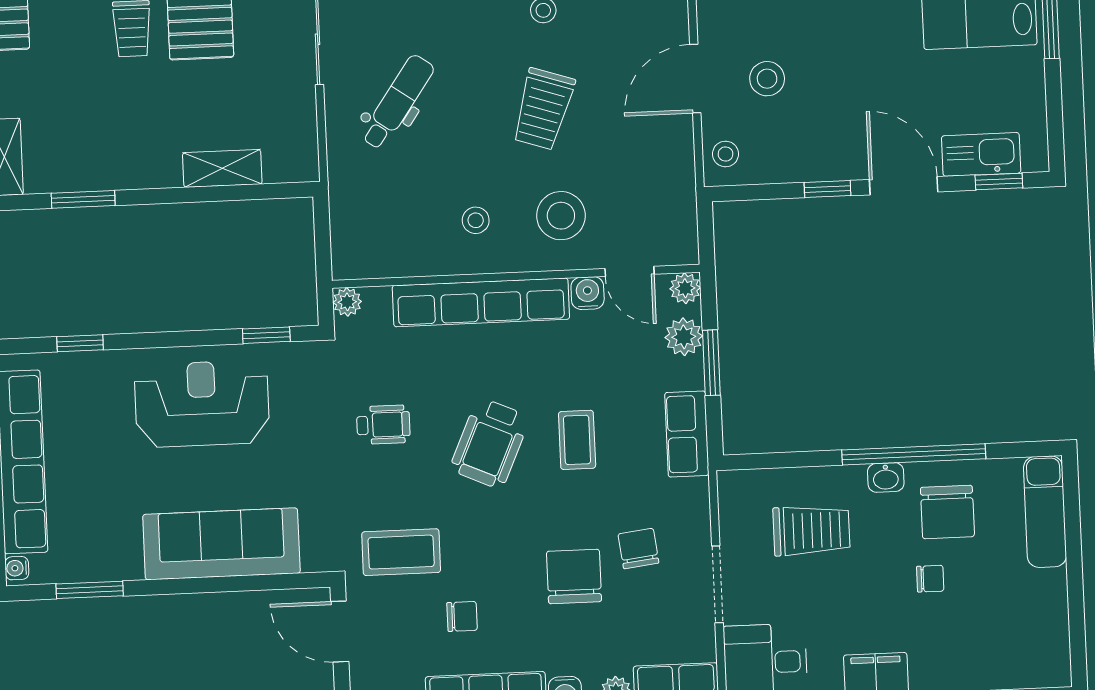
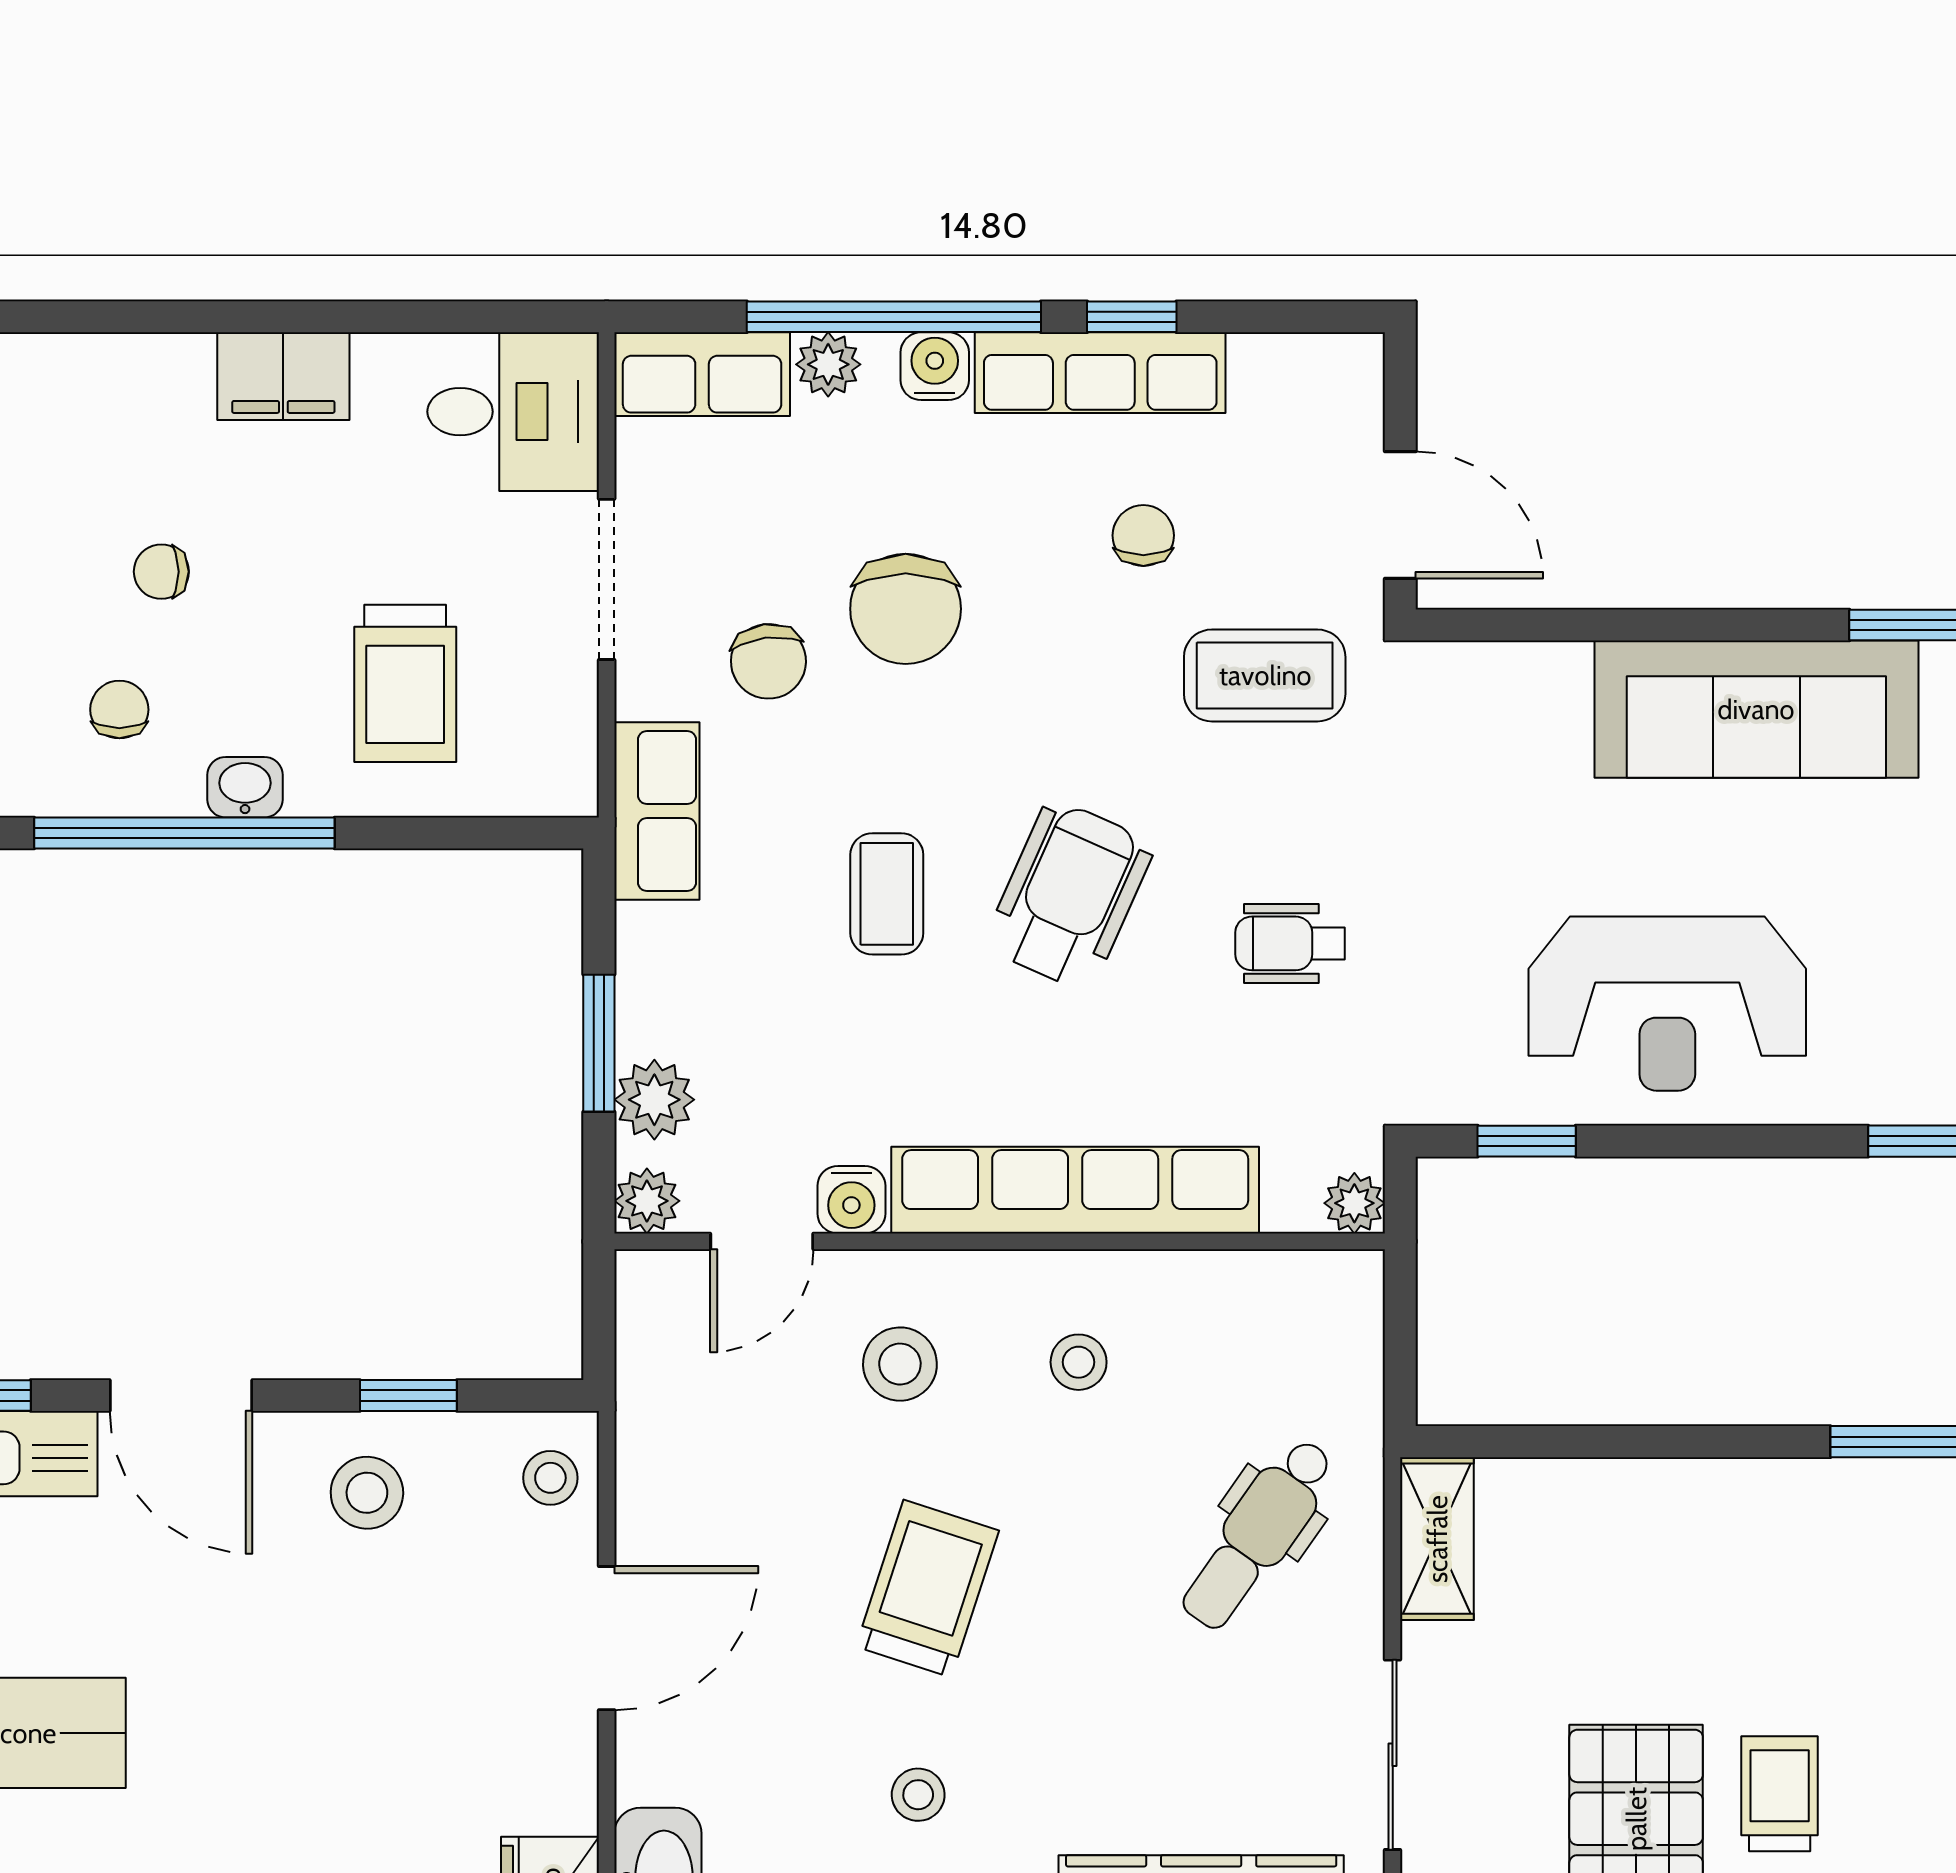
stool: (767, 79) -> (367, 1493), moved
dental chair: (398, 102) -> (1258, 1534), moved
shelving: (222, 168) -> (1437, 1539), moved, turned 90
window: (827, 189) -> (408, 1395), moved
stool: (561, 216) -> (900, 1364), width x0.73, depth x0.73
door: (630, 271) -> (762, 1241), swing flipped
row of seats: (687, 434) -> (657, 811), moved
chair: (947, 512) -> (119, 710), width x0.54, depth x0.54
trolley: (811, 530) -> (405, 683), turned -90
sofa: (221, 544) -> (1756, 709), moved
chair: (462, 616) -> (1143, 535), turned 90

